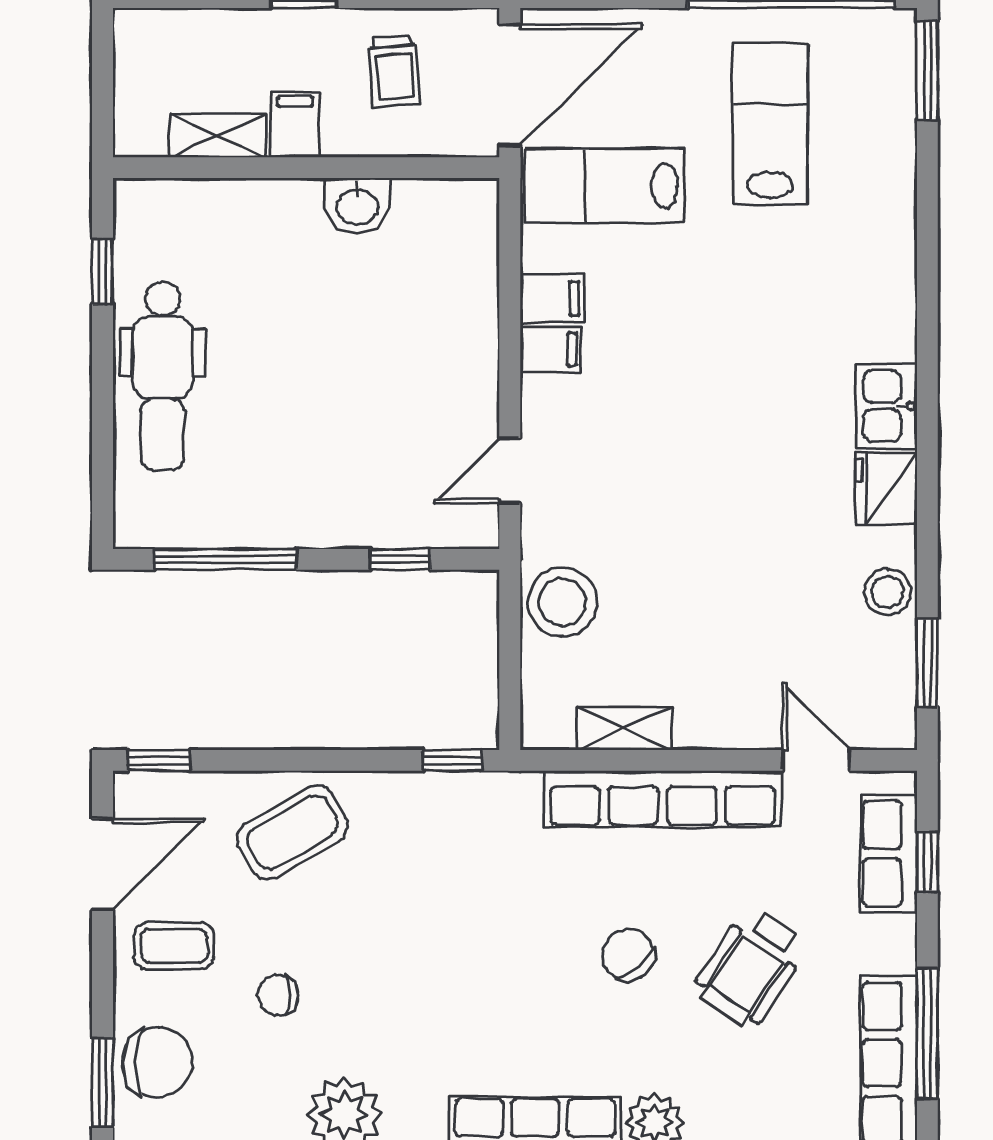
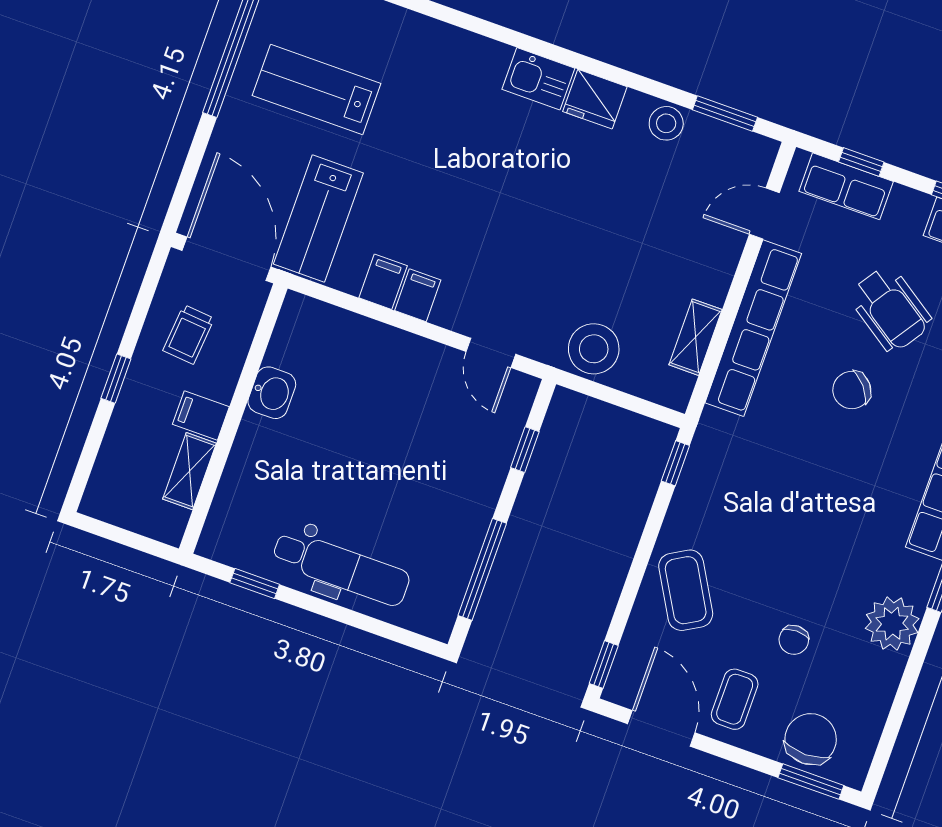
trolley: (394, 71) -> (189, 334), turned 99

